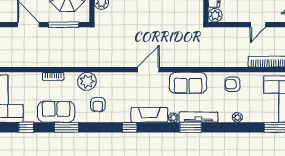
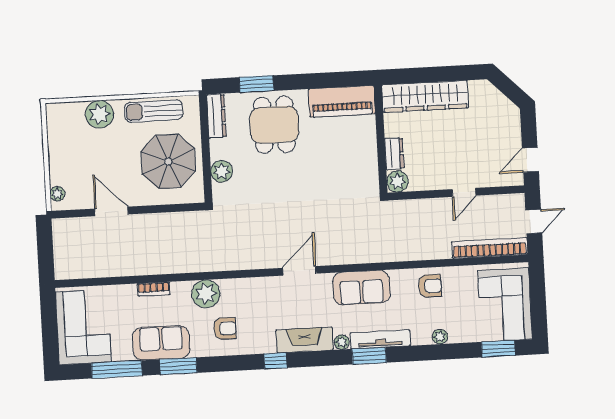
window: (64, 25) -> (165, 209), removed
armchair: (232, 84) -> (430, 286), turned 180
armchair: (98, 105) -> (225, 328), turned -90
window: (26, 127) -> (117, 369), width x2.17

